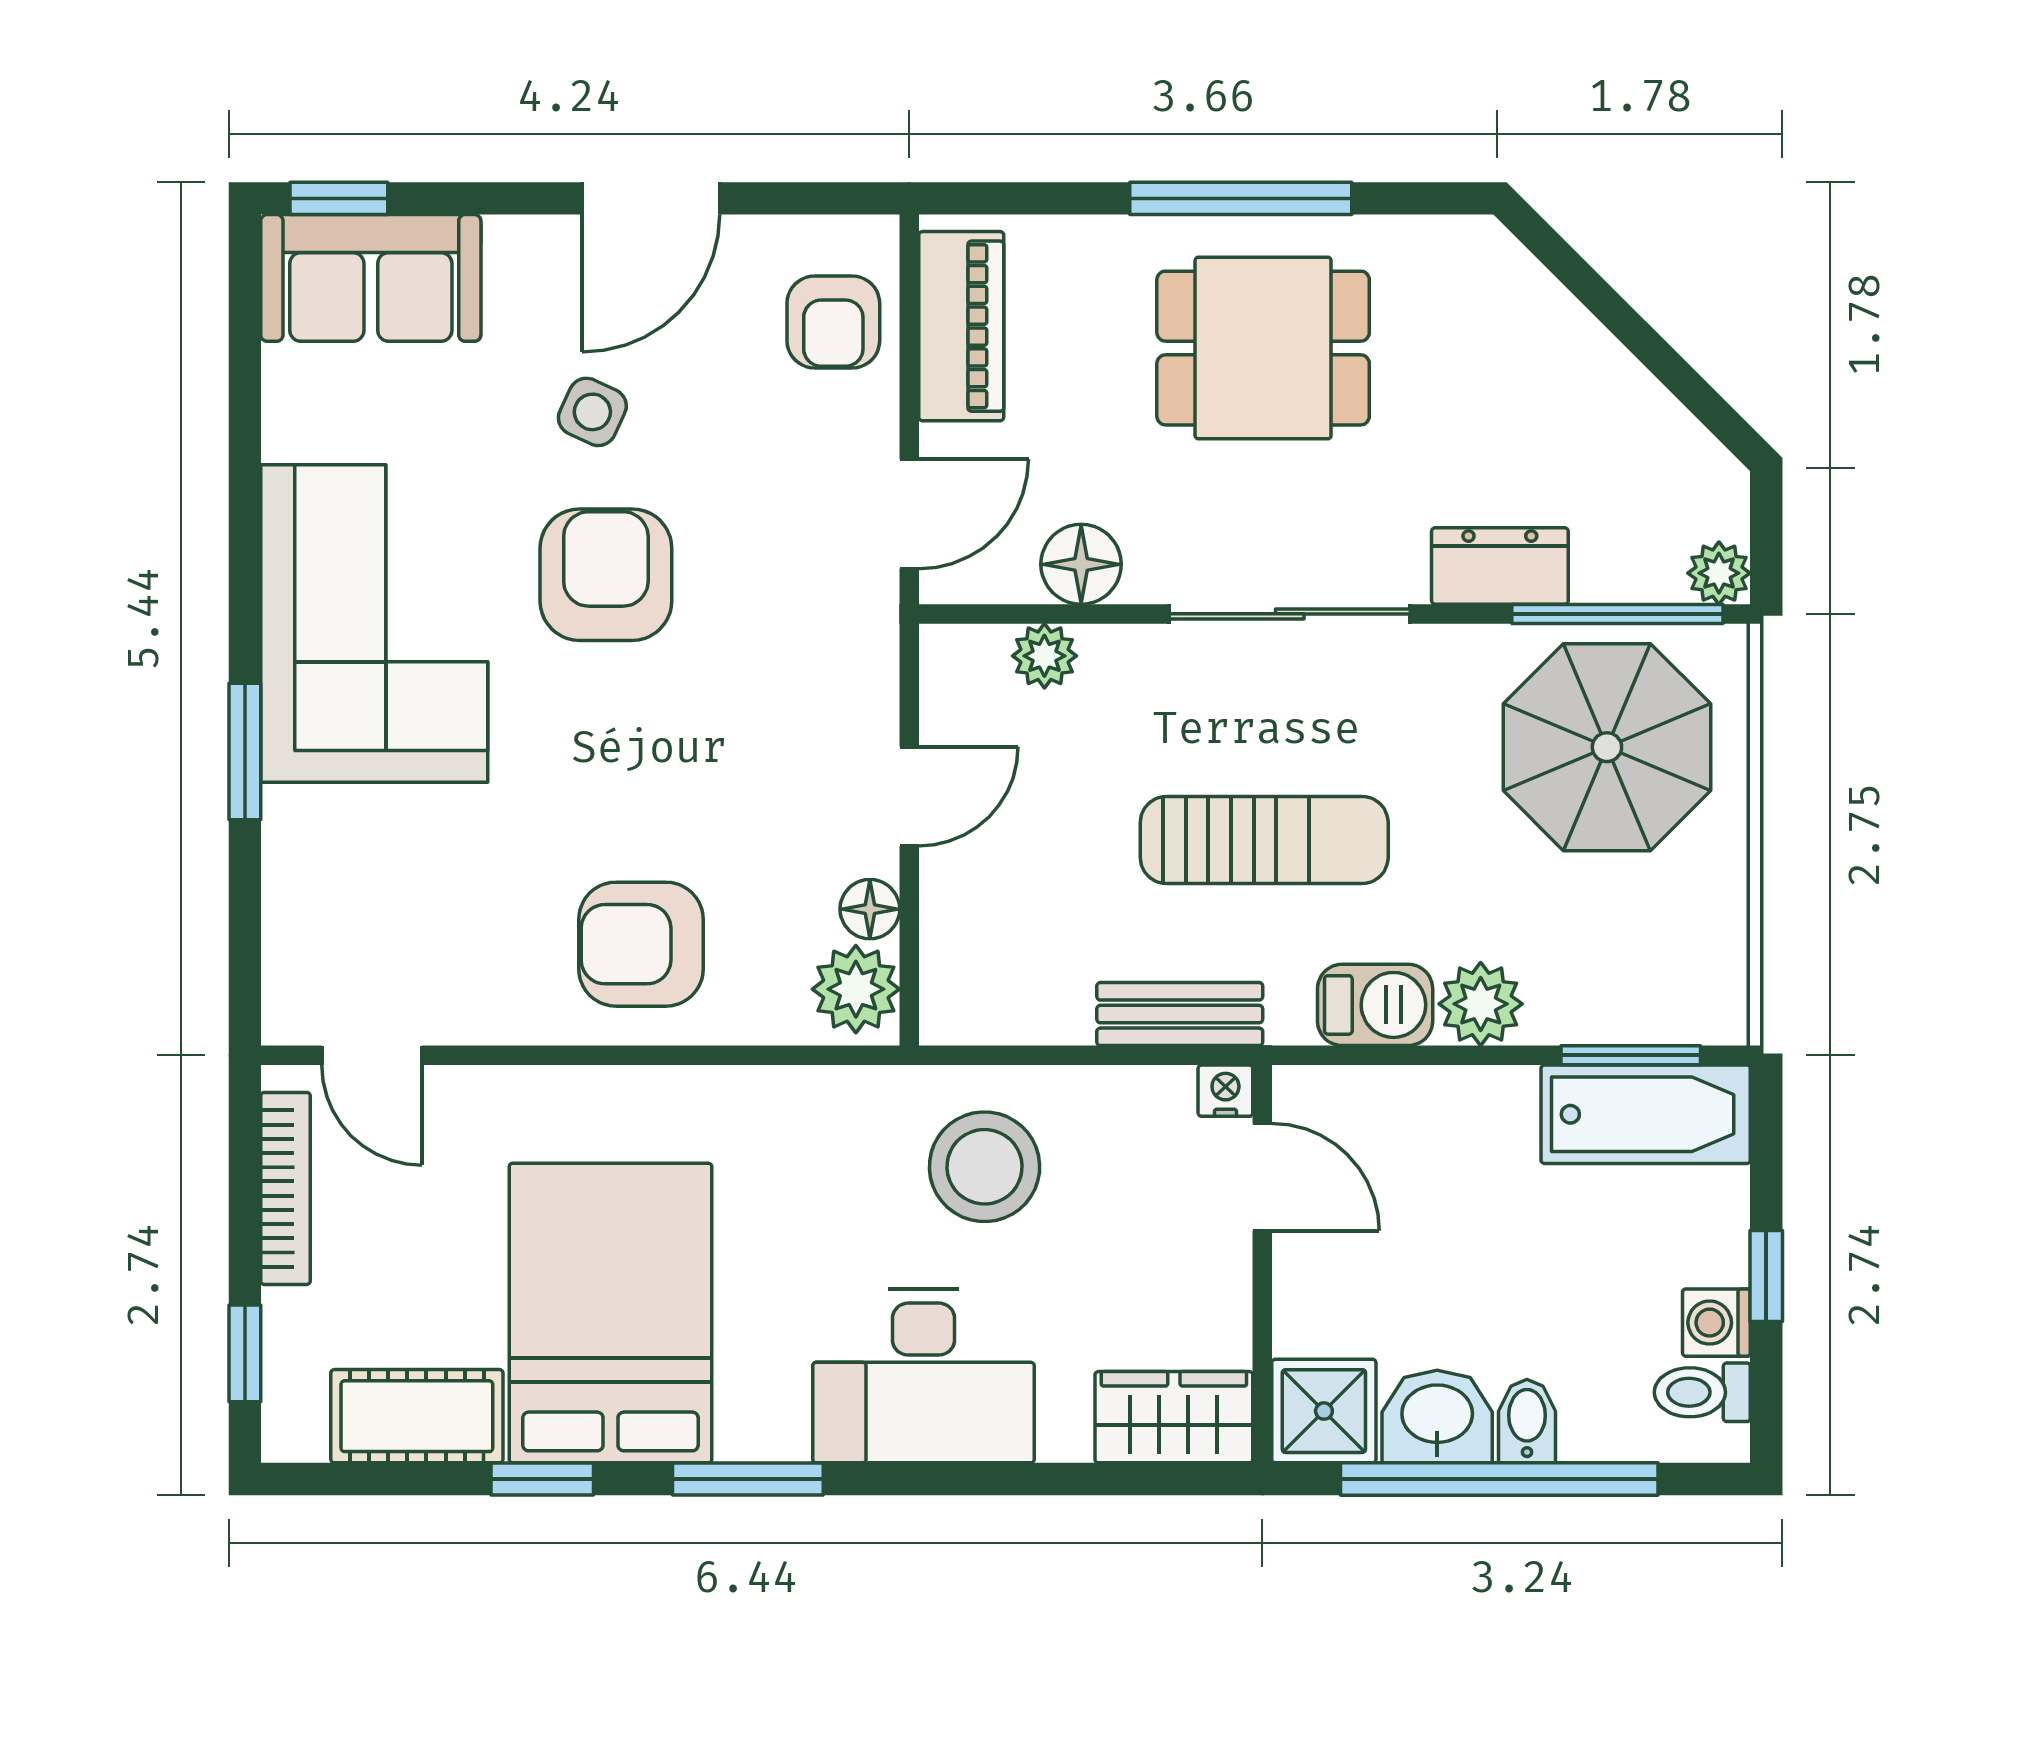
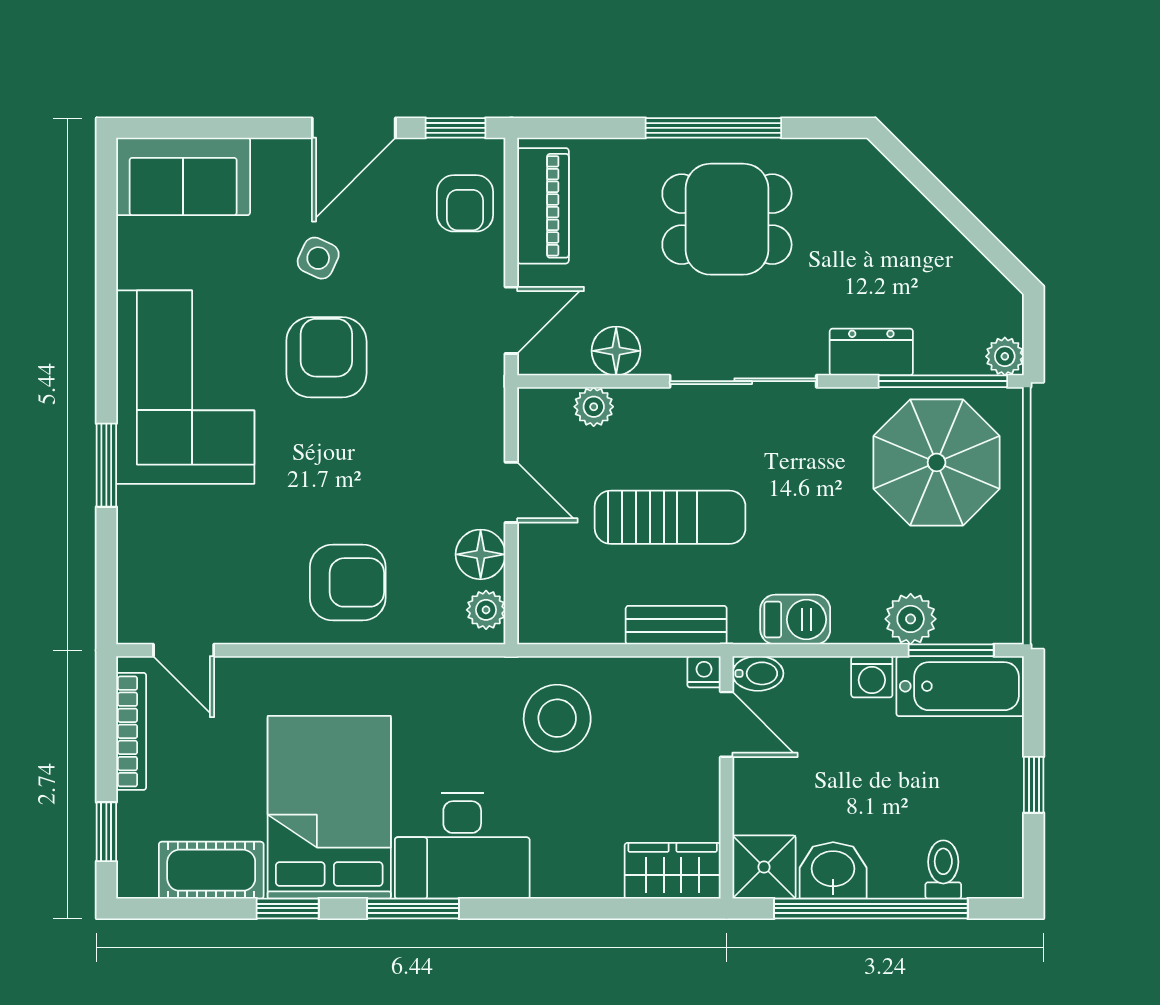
window: (339, 198) -> (455, 128), moved
door: (909, 796) -> (511, 492), hinge flipped
sun lounger: (1264, 840) -> (670, 517), moved
floor lamp: (870, 909) -> (481, 554), width x1.37, depth x1.37
armchair: (641, 944) -> (348, 582), turned 180
plant: (856, 989) -> (486, 610), width x0.73, depth x0.73
plant: (1481, 1004) -> (911, 619), moved
washing machine: (1716, 1323) -> (872, 677), moved, turned -90
desk: (924, 1376) -> (462, 846), moved
toilet: (1702, 1392) -> (943, 869), moved, turned 90
bidet: (1527, 1421) -> (758, 673), moved, turned 90

